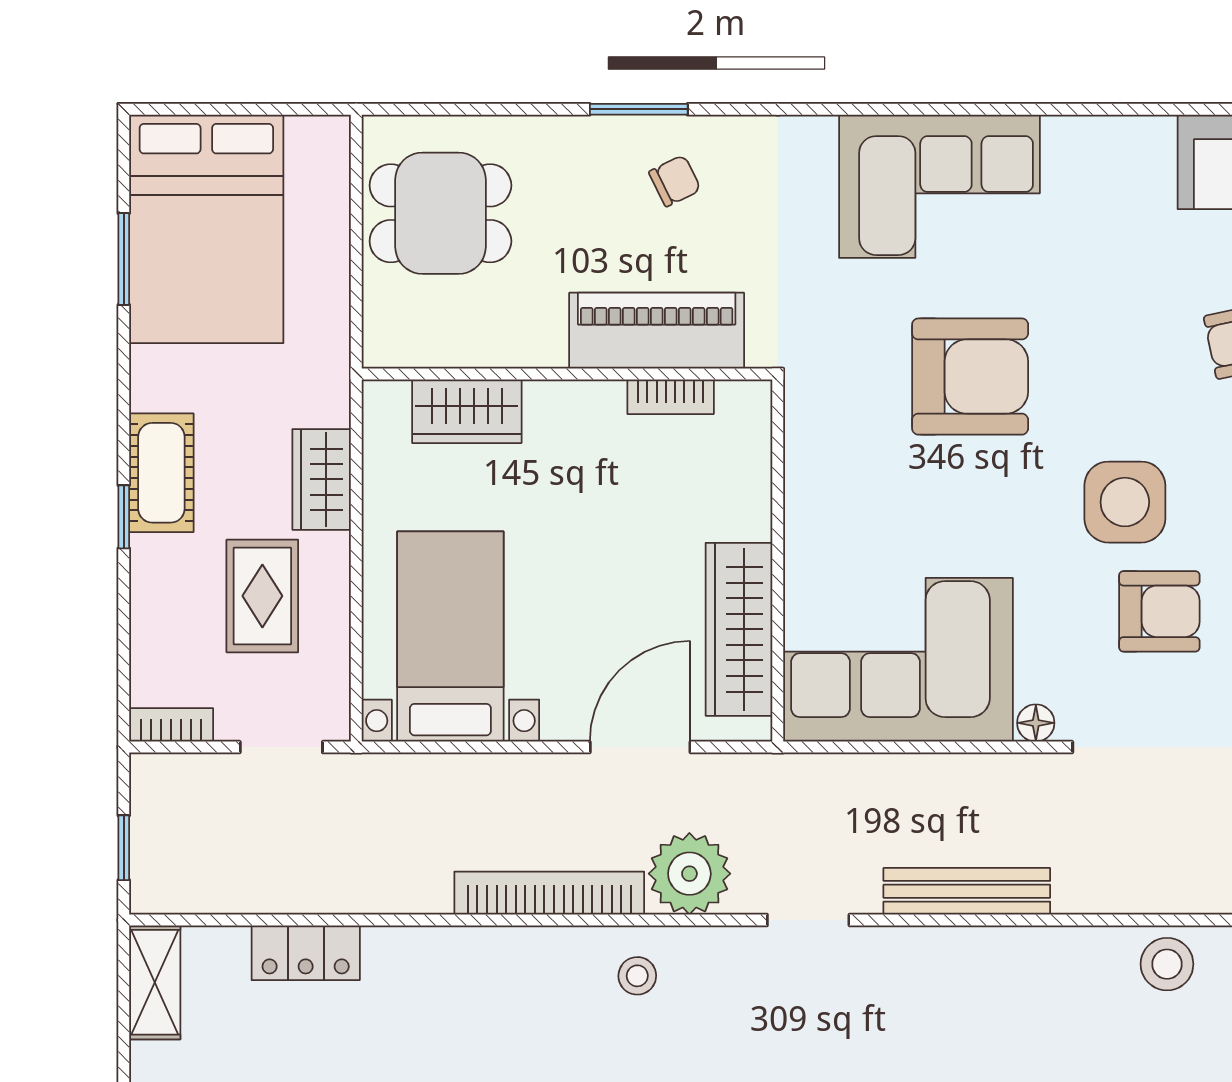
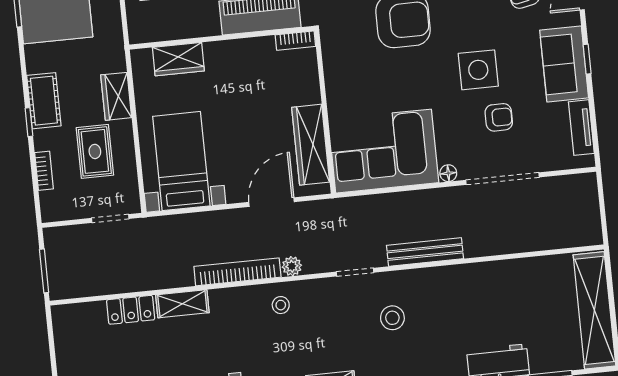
bookcase: (671, 397) -> (295, 41), moved
armchair: (1159, 611) -> (499, 117), width x0.72, depth x0.72
bookcase: (171, 725) -> (44, 171), moved, turned 90
window: (124, 848) -> (44, 271), width x1.50
plant: (689, 874) -> (292, 266), width x0.53, depth x0.53
stool: (1167, 964) -> (392, 318), moved
shelving: (155, 982) -> (182, 304), moved, turned 90

